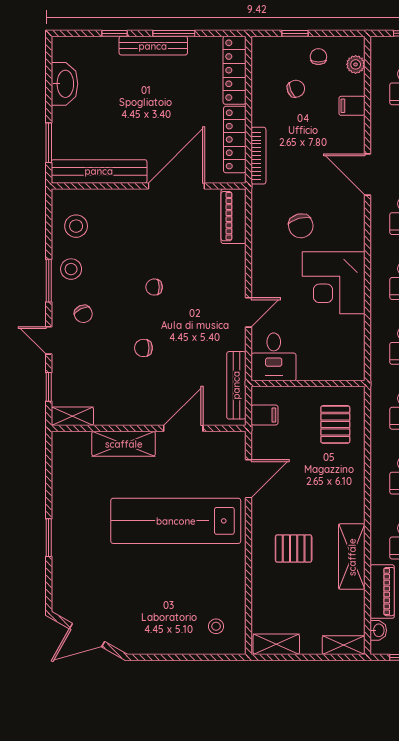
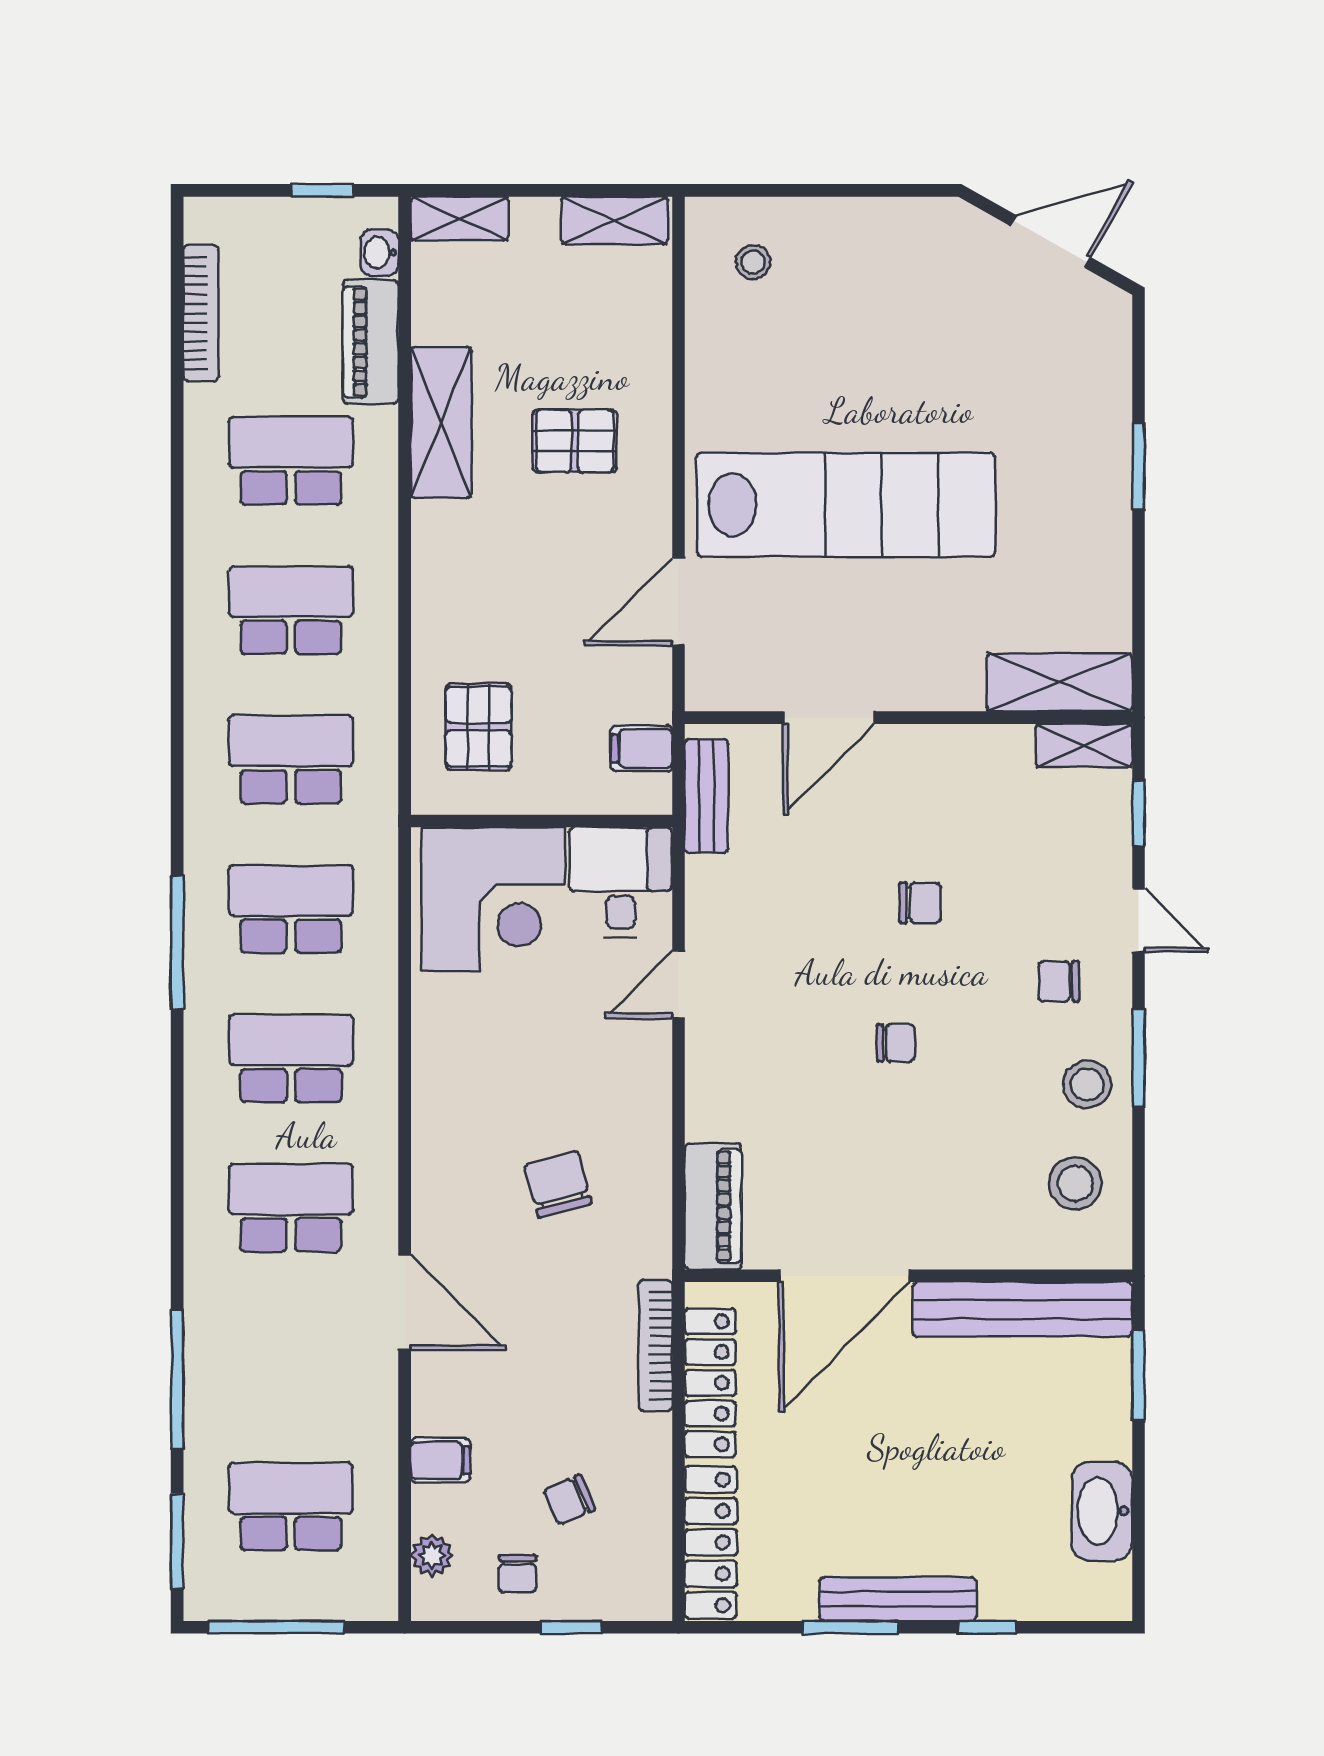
corner desk: (334, 283) -> (493, 899), moved, turned 90
chair: (83, 314) -> (1059, 981), turned -64
bench: (236, 385) -> (707, 796), width x0.73
shelving: (124, 444) -> (1059, 682), moved

